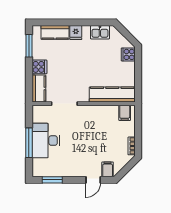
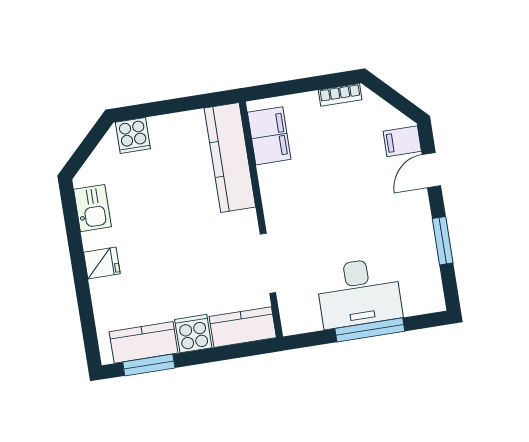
kitchen counter: (55, 32) -> (144, 342), moved, turned -90
filing cabinet: (125, 113) -> (269, 136), width x2.00
window: (52, 180) -> (443, 241), moved
door: (93, 180) -> (431, 170), swing flipped

